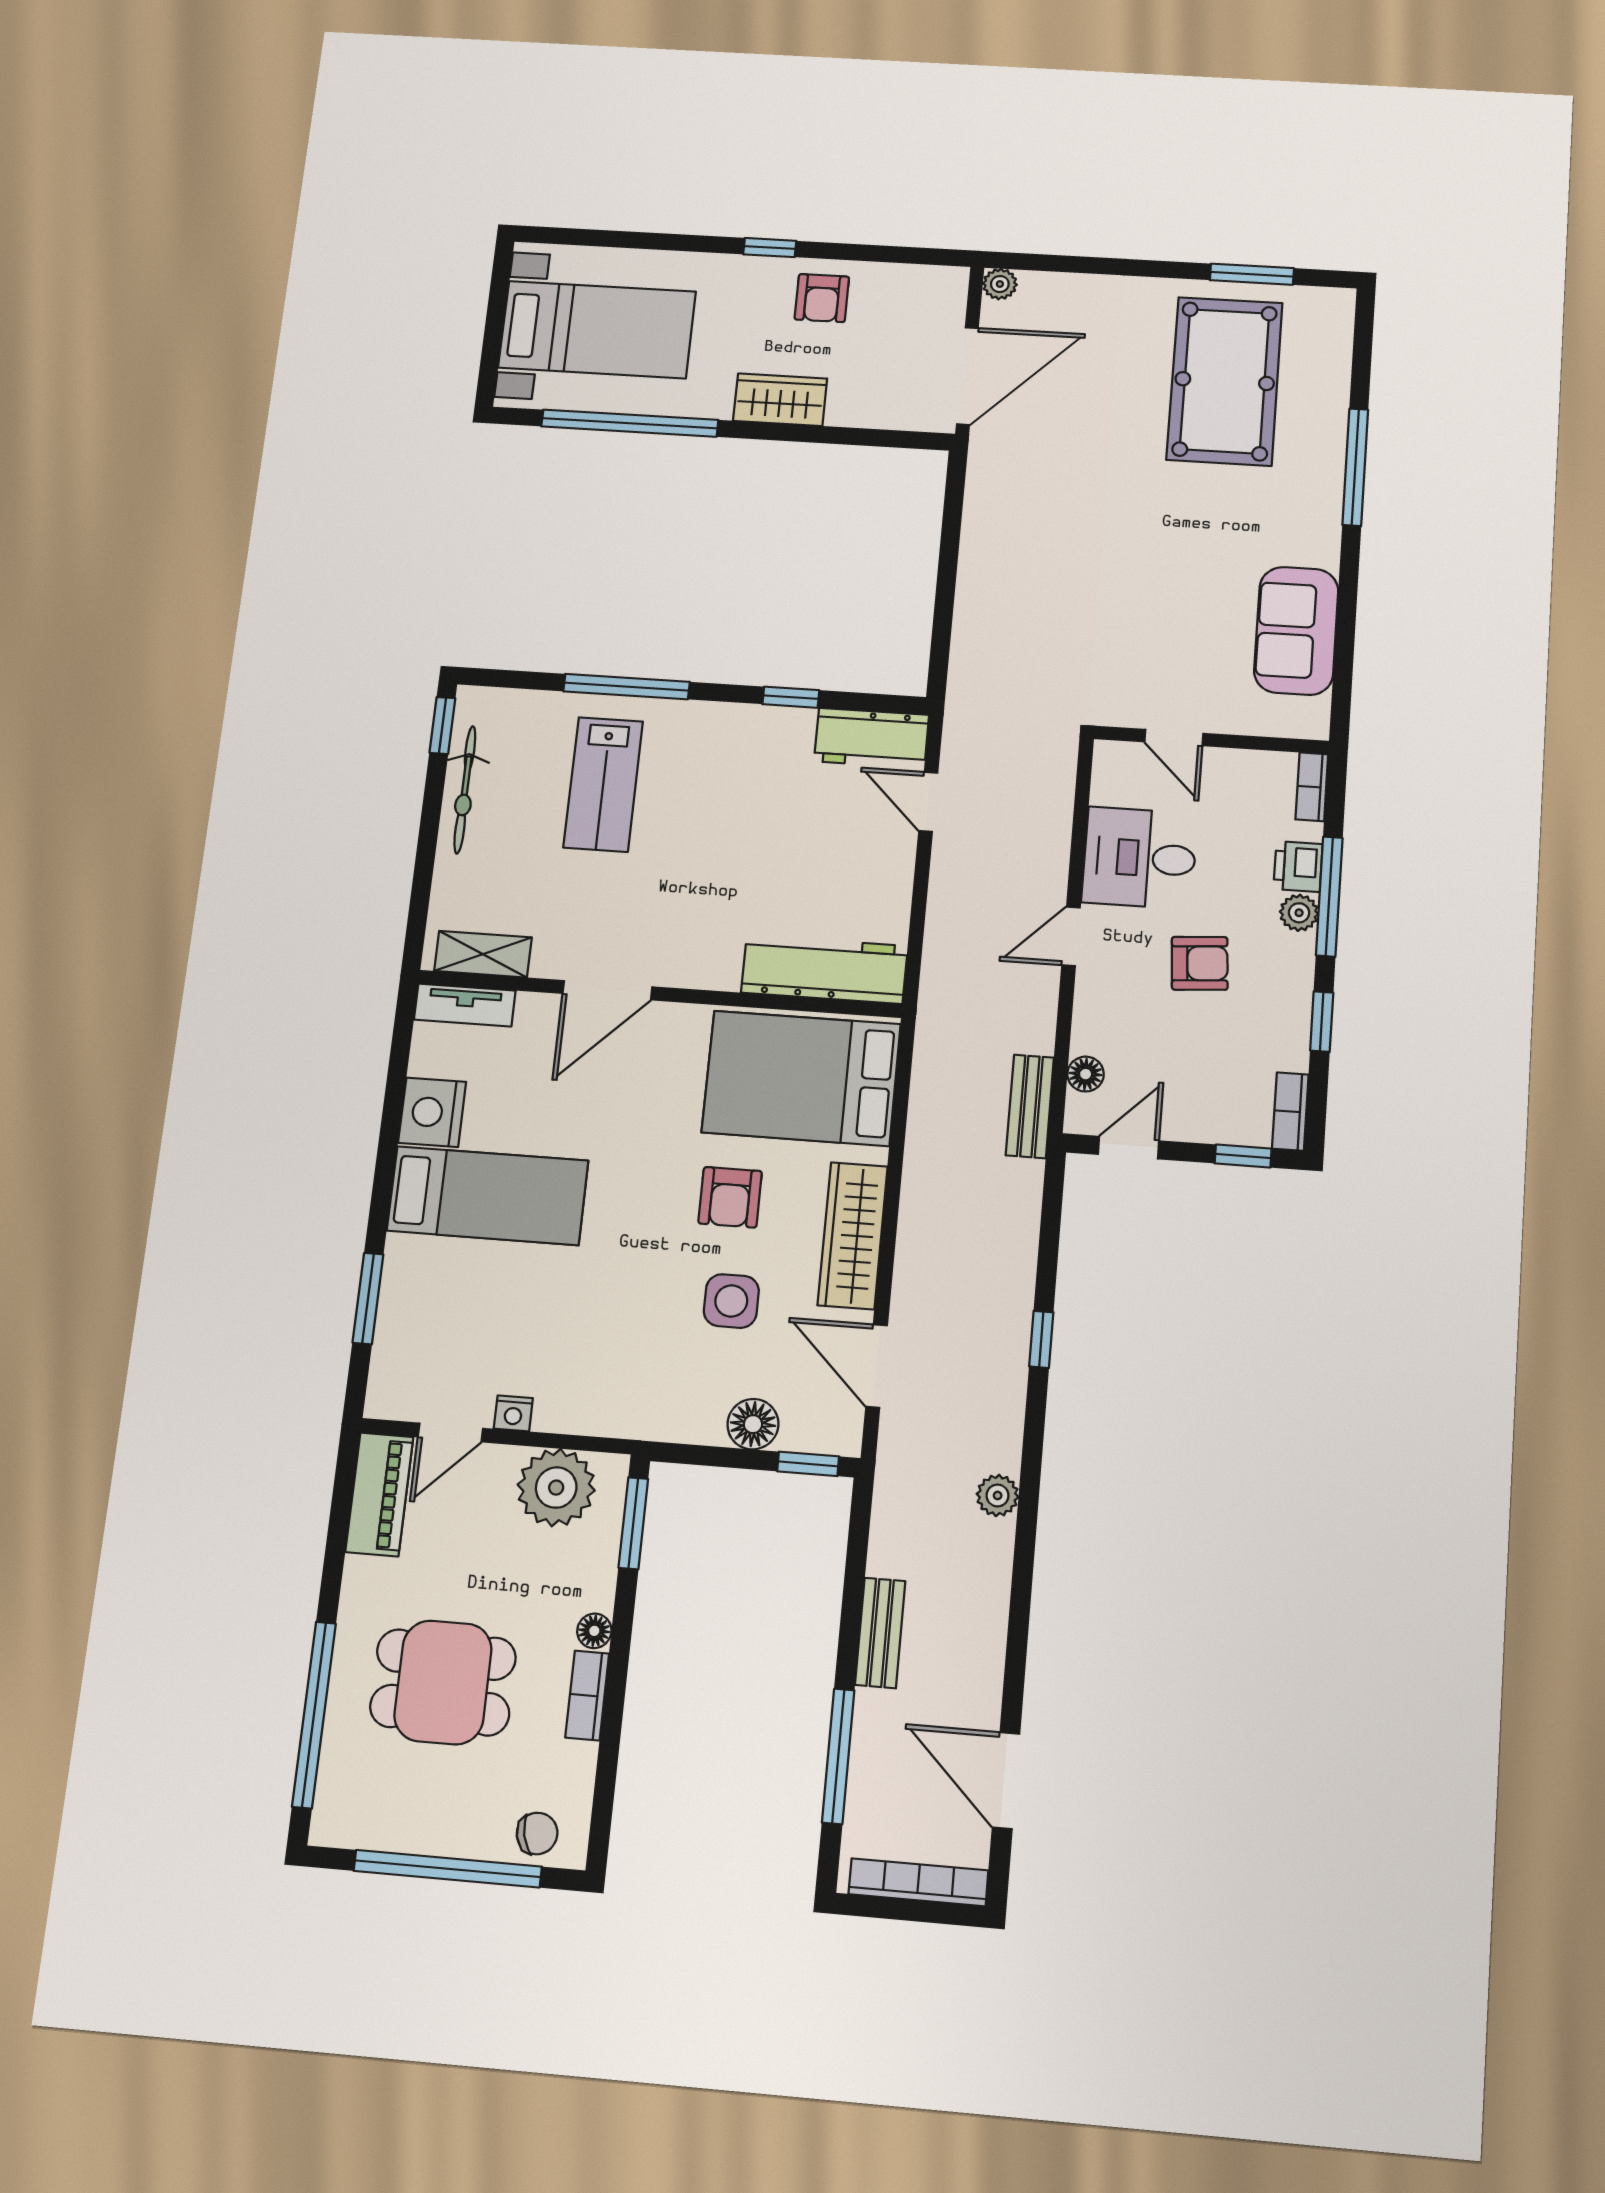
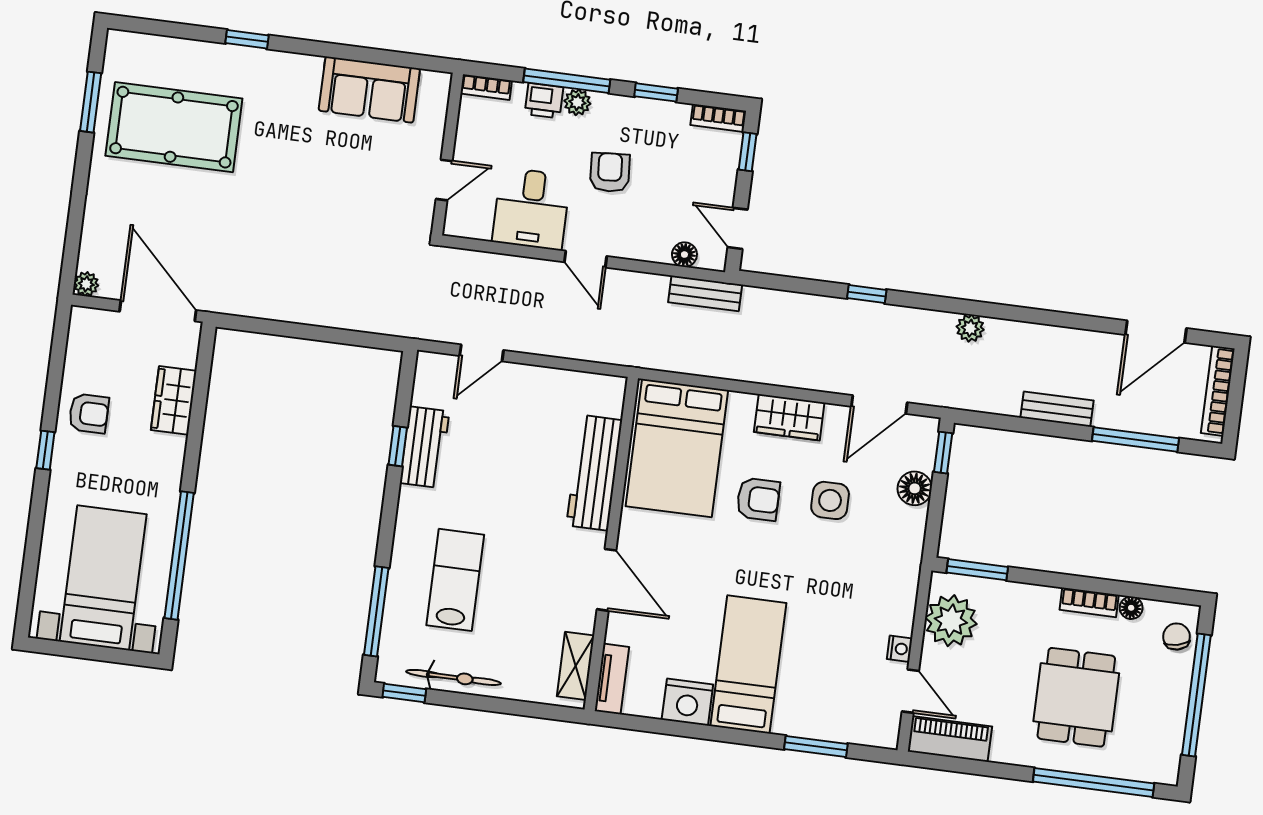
wardrobe: (780, 400) -> (174, 400), moved
window: (1355, 467) -> (247, 39), width x0.46
window: (626, 687) -> (376, 611), moved
workbench: (872, 738) -> (425, 447), moved
lab bench: (603, 784) -> (455, 580), turned -90
workbench: (824, 969) -> (594, 473), moved
wardrobe: (853, 1236) -> (789, 417), width x0.67
floor lamp: (594, 1631) -> (1131, 608), moved

